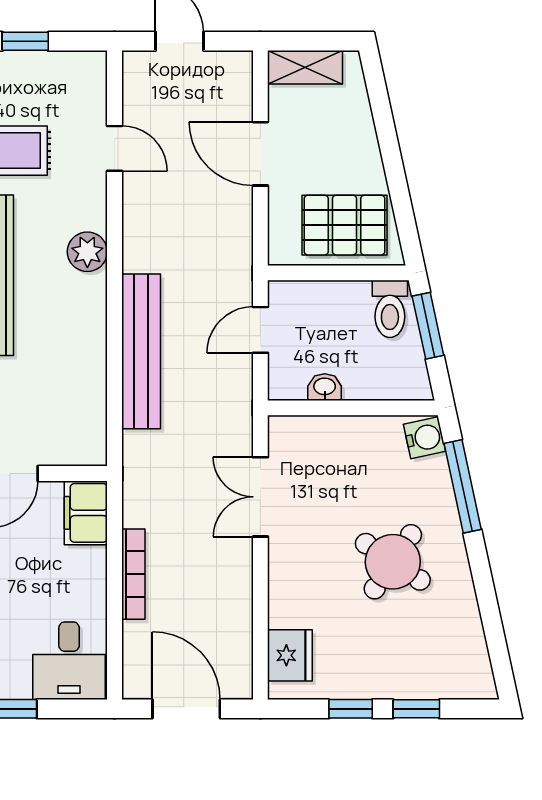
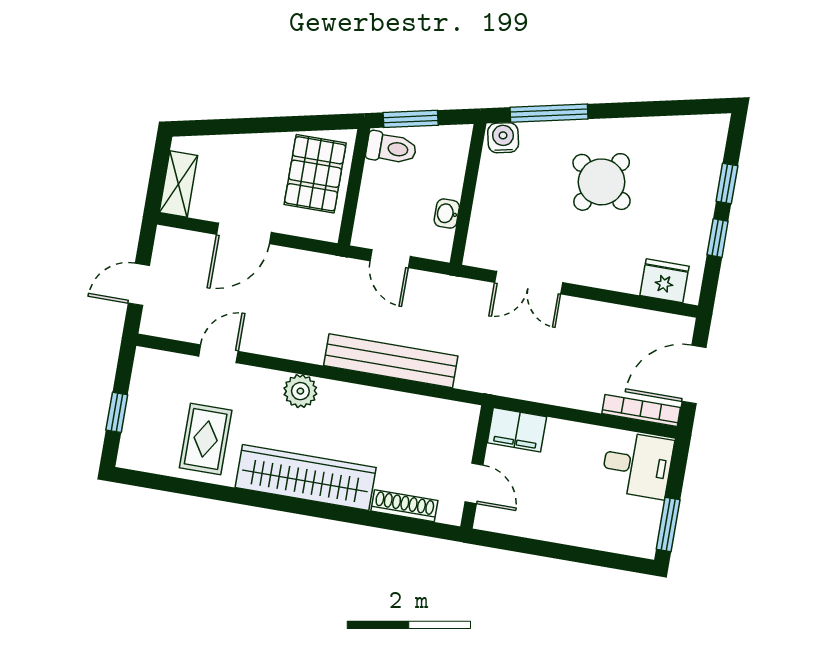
bookcase: (133, 574) -> (641, 411), moved

